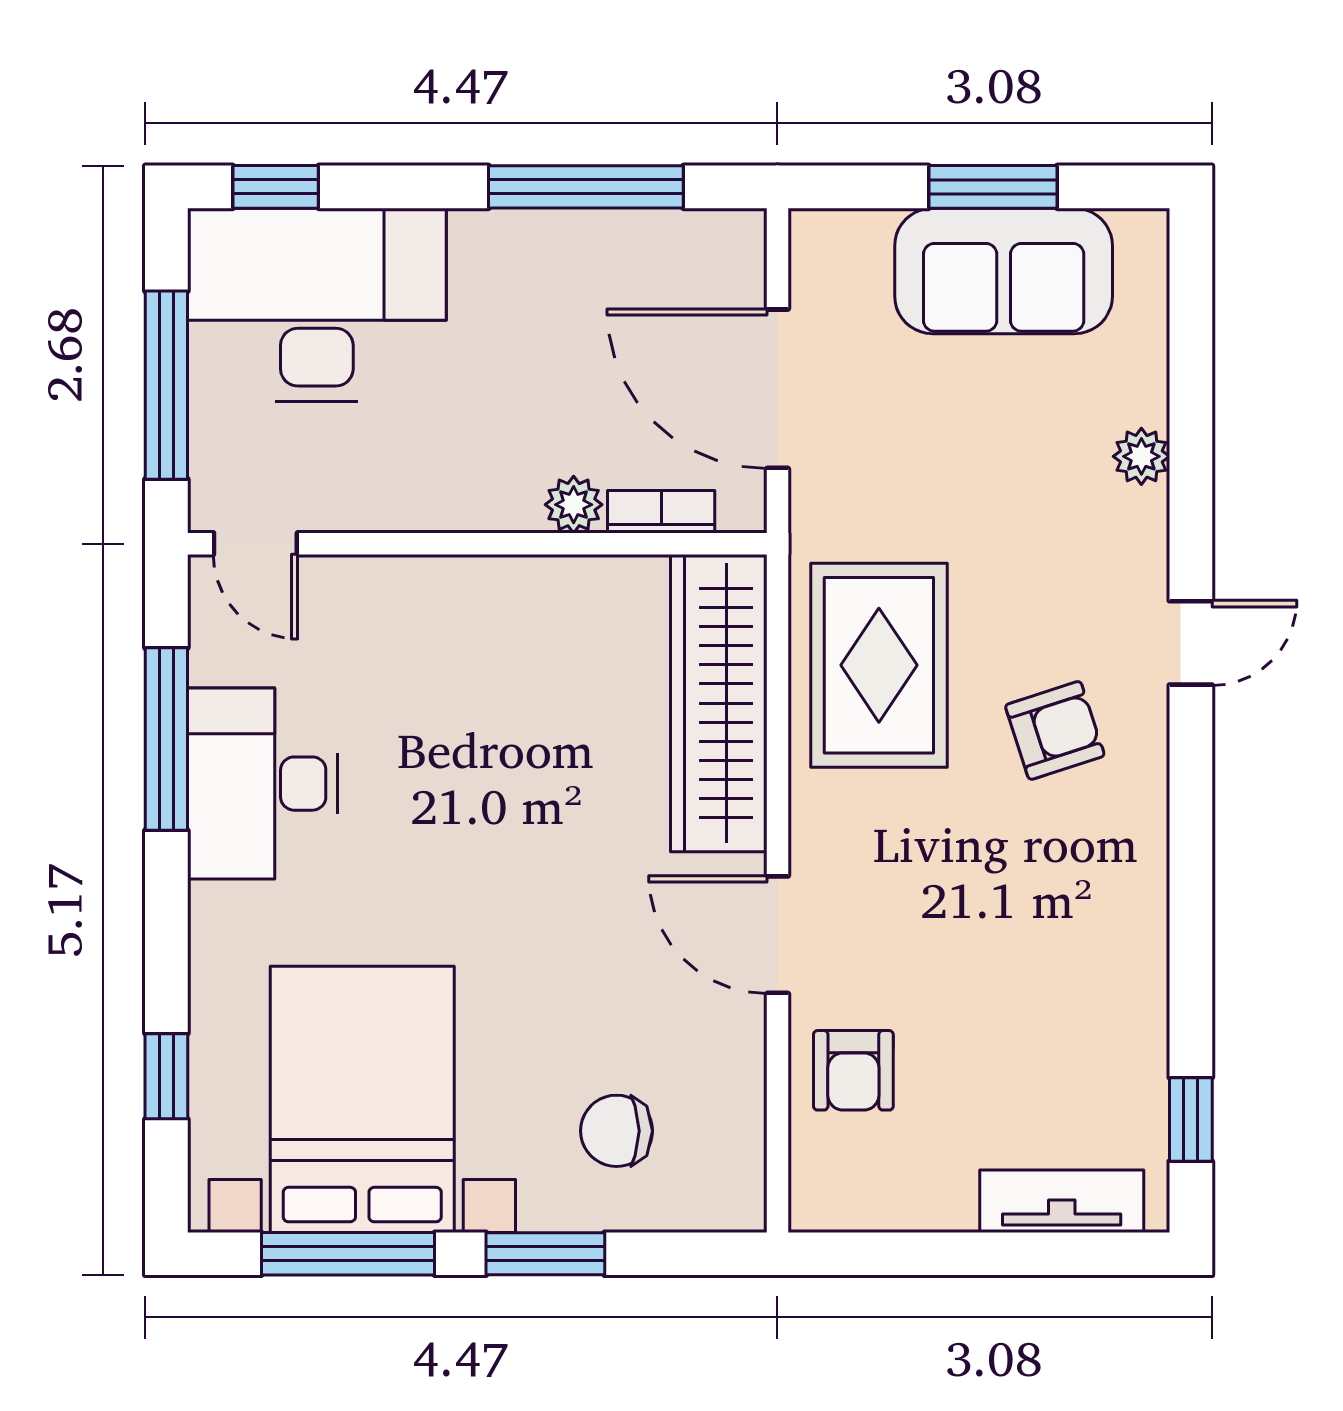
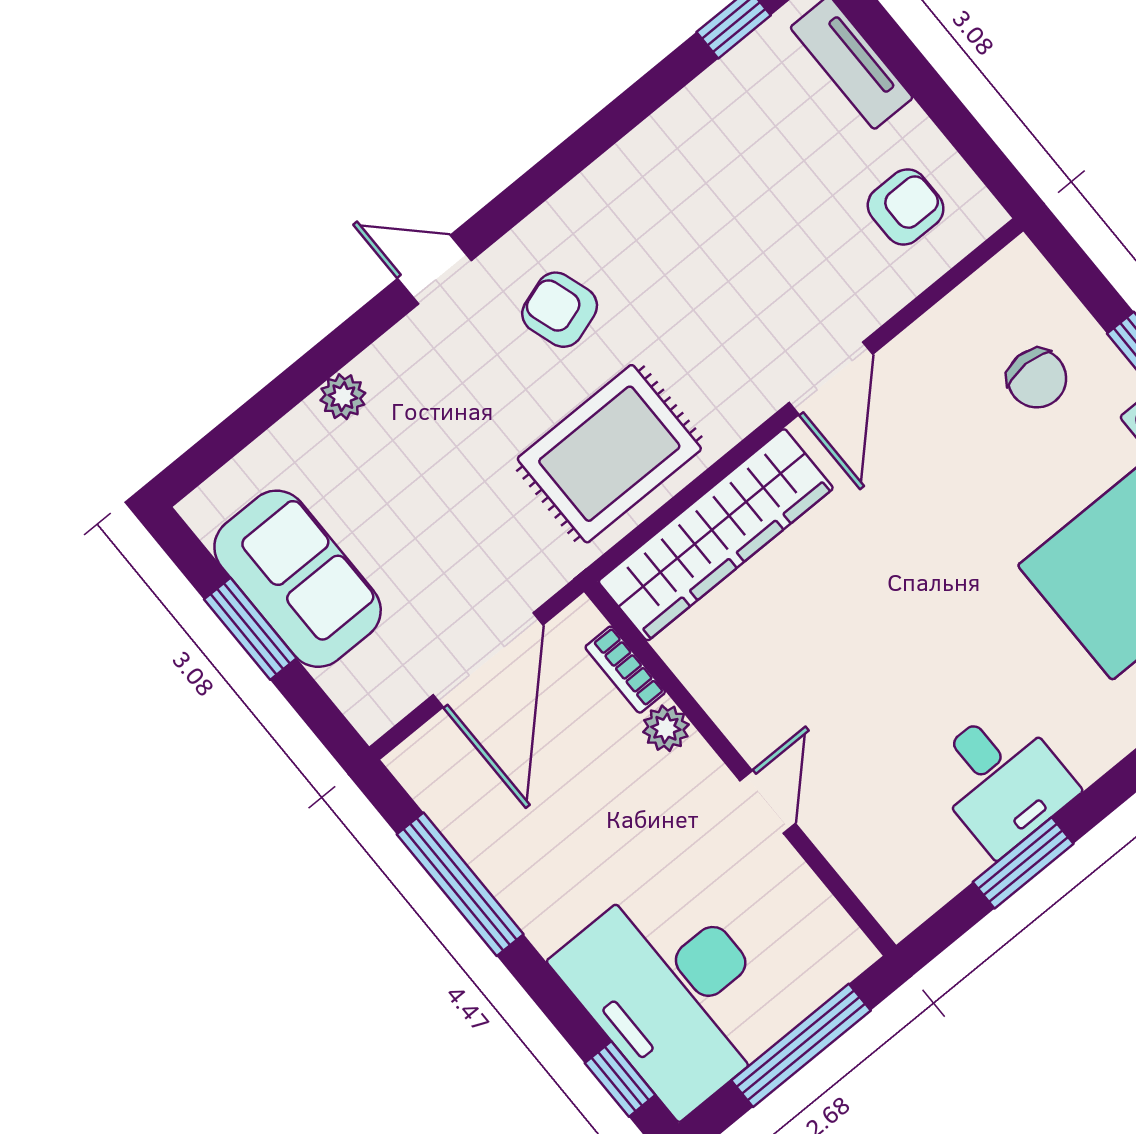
door: (255, 544) -> (768, 802), moved
window: (166, 739) -> (1023, 863), width x0.69
desk: (263, 784) -> (1001, 780), width x0.73
armchair: (853, 1070) -> (906, 207), moved

